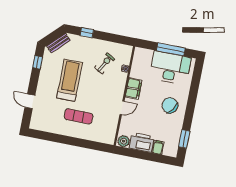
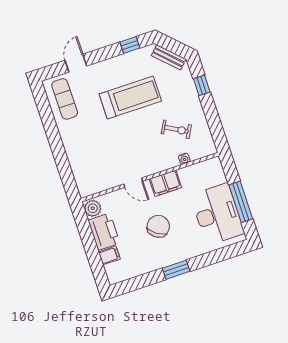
chair: (170, 105) -> (158, 226), moved
exercise mat: (78, 116) -> (65, 99), moved
window: (184, 139) -> (176, 270), moved

